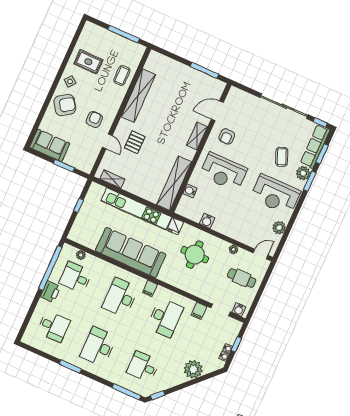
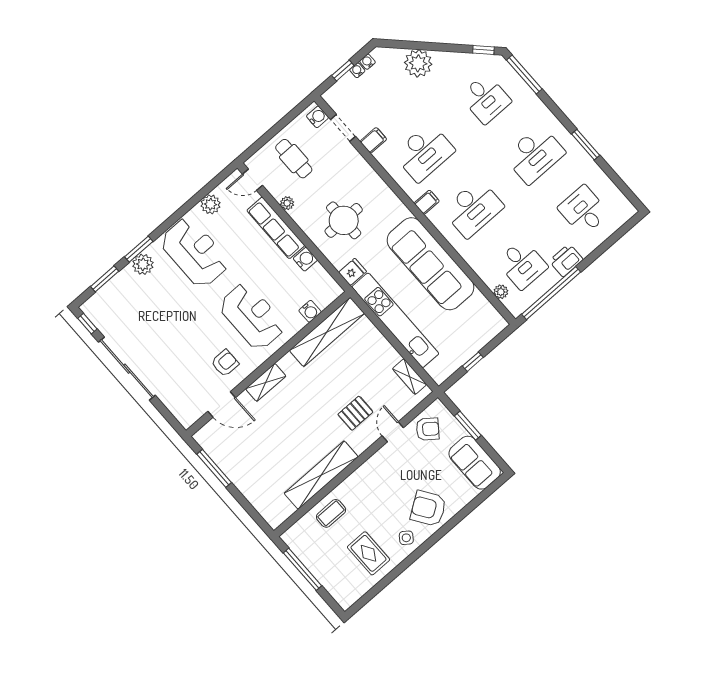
armchair: (94, 120) -> (428, 429), moved, turned -143
row of seats: (315, 146) -> (276, 228), moved, turned 90
coffee table: (282, 157) -> (162, 300), removed
desk: (165, 318) -> (424, 152), turned 180

